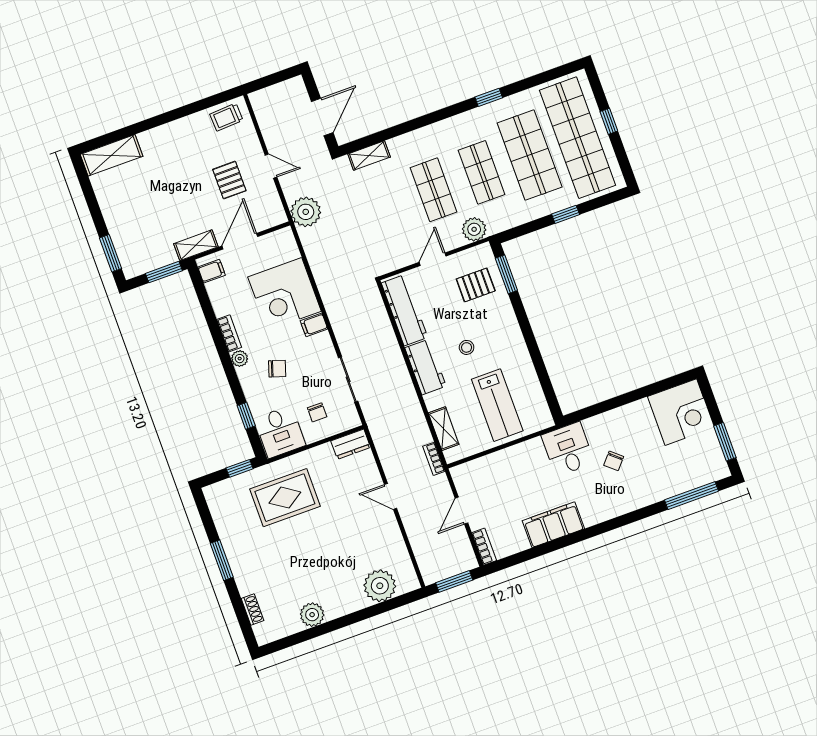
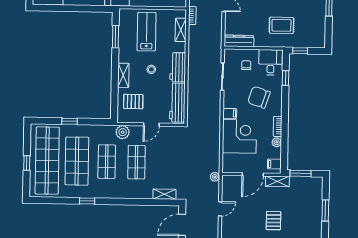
door: (271, 166) -> (220, 209), swing flipped
pallet: (229, 180) -> (273, 221), moved
plant: (306, 212) -> (215, 177), width x0.53, depth x0.53
window: (111, 253) -> (325, 210), moved
window: (506, 274) -> (115, 37), moved
shelving: (508, 321) -> (123, 75), added
plant: (240, 359) -> (277, 142), moved
chair: (277, 369) -> (259, 97), width x1.87, depth x1.87
dresser: (351, 444) -> (239, 41), width x1.44
rug: (285, 498) -> (281, 25), width x0.73, depth x0.70

